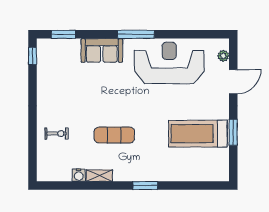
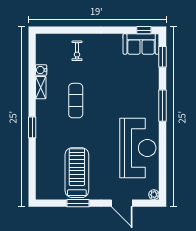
window: (136, 34) -> (162, 106), moved
sofa: (102, 50) -> (141, 44), moved, turned -90
plant: (223, 56) -> (154, 195), moved

